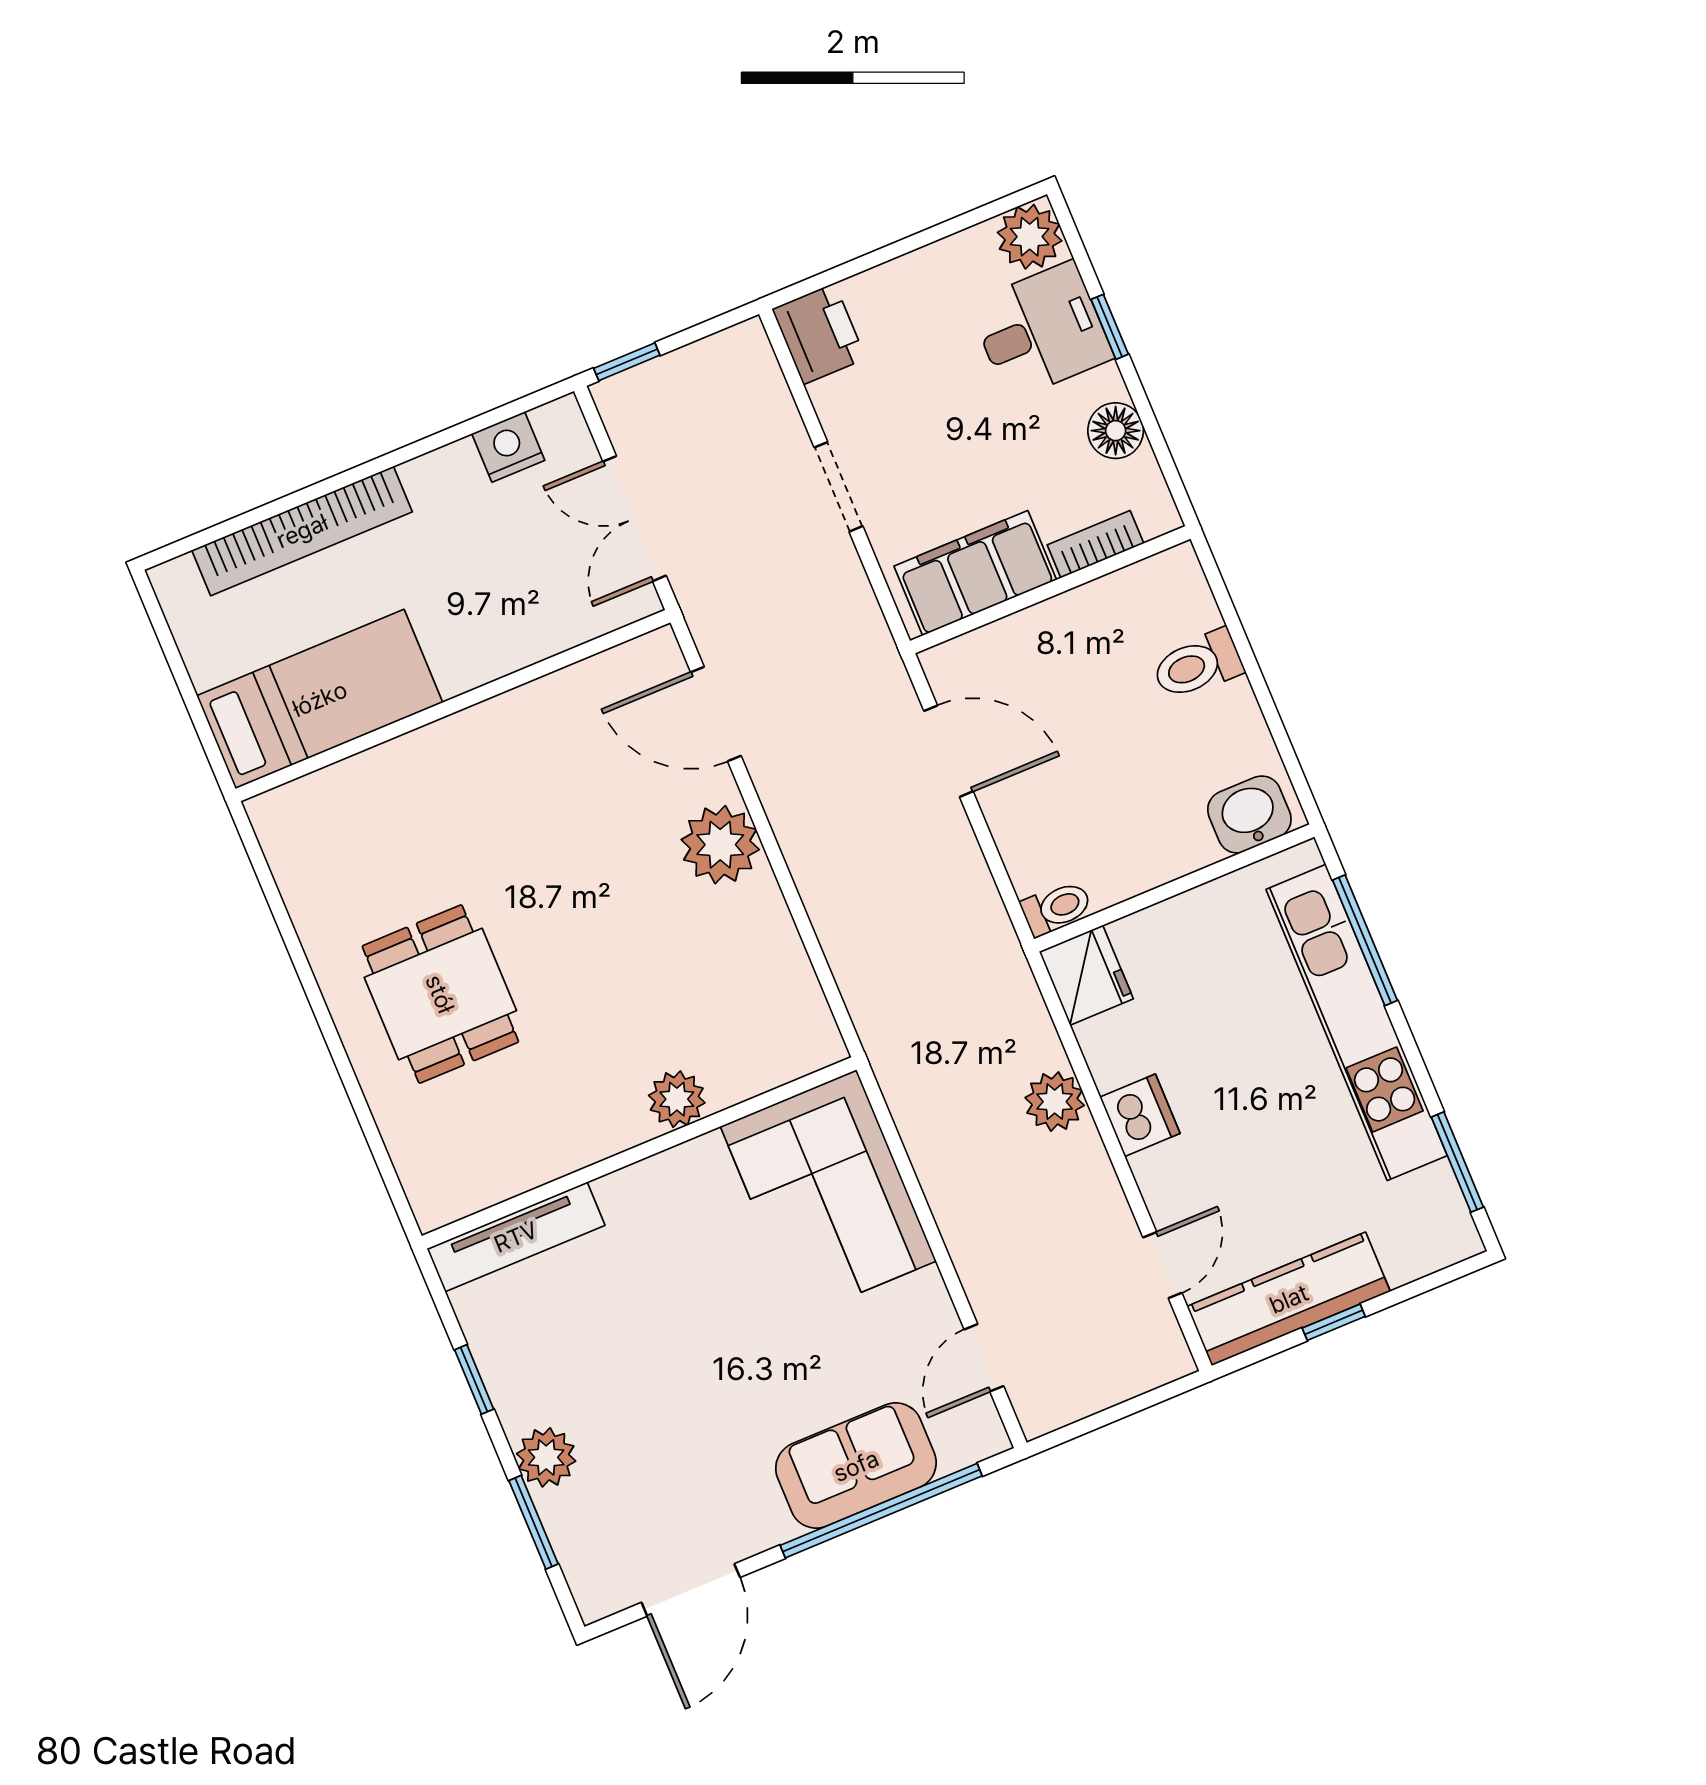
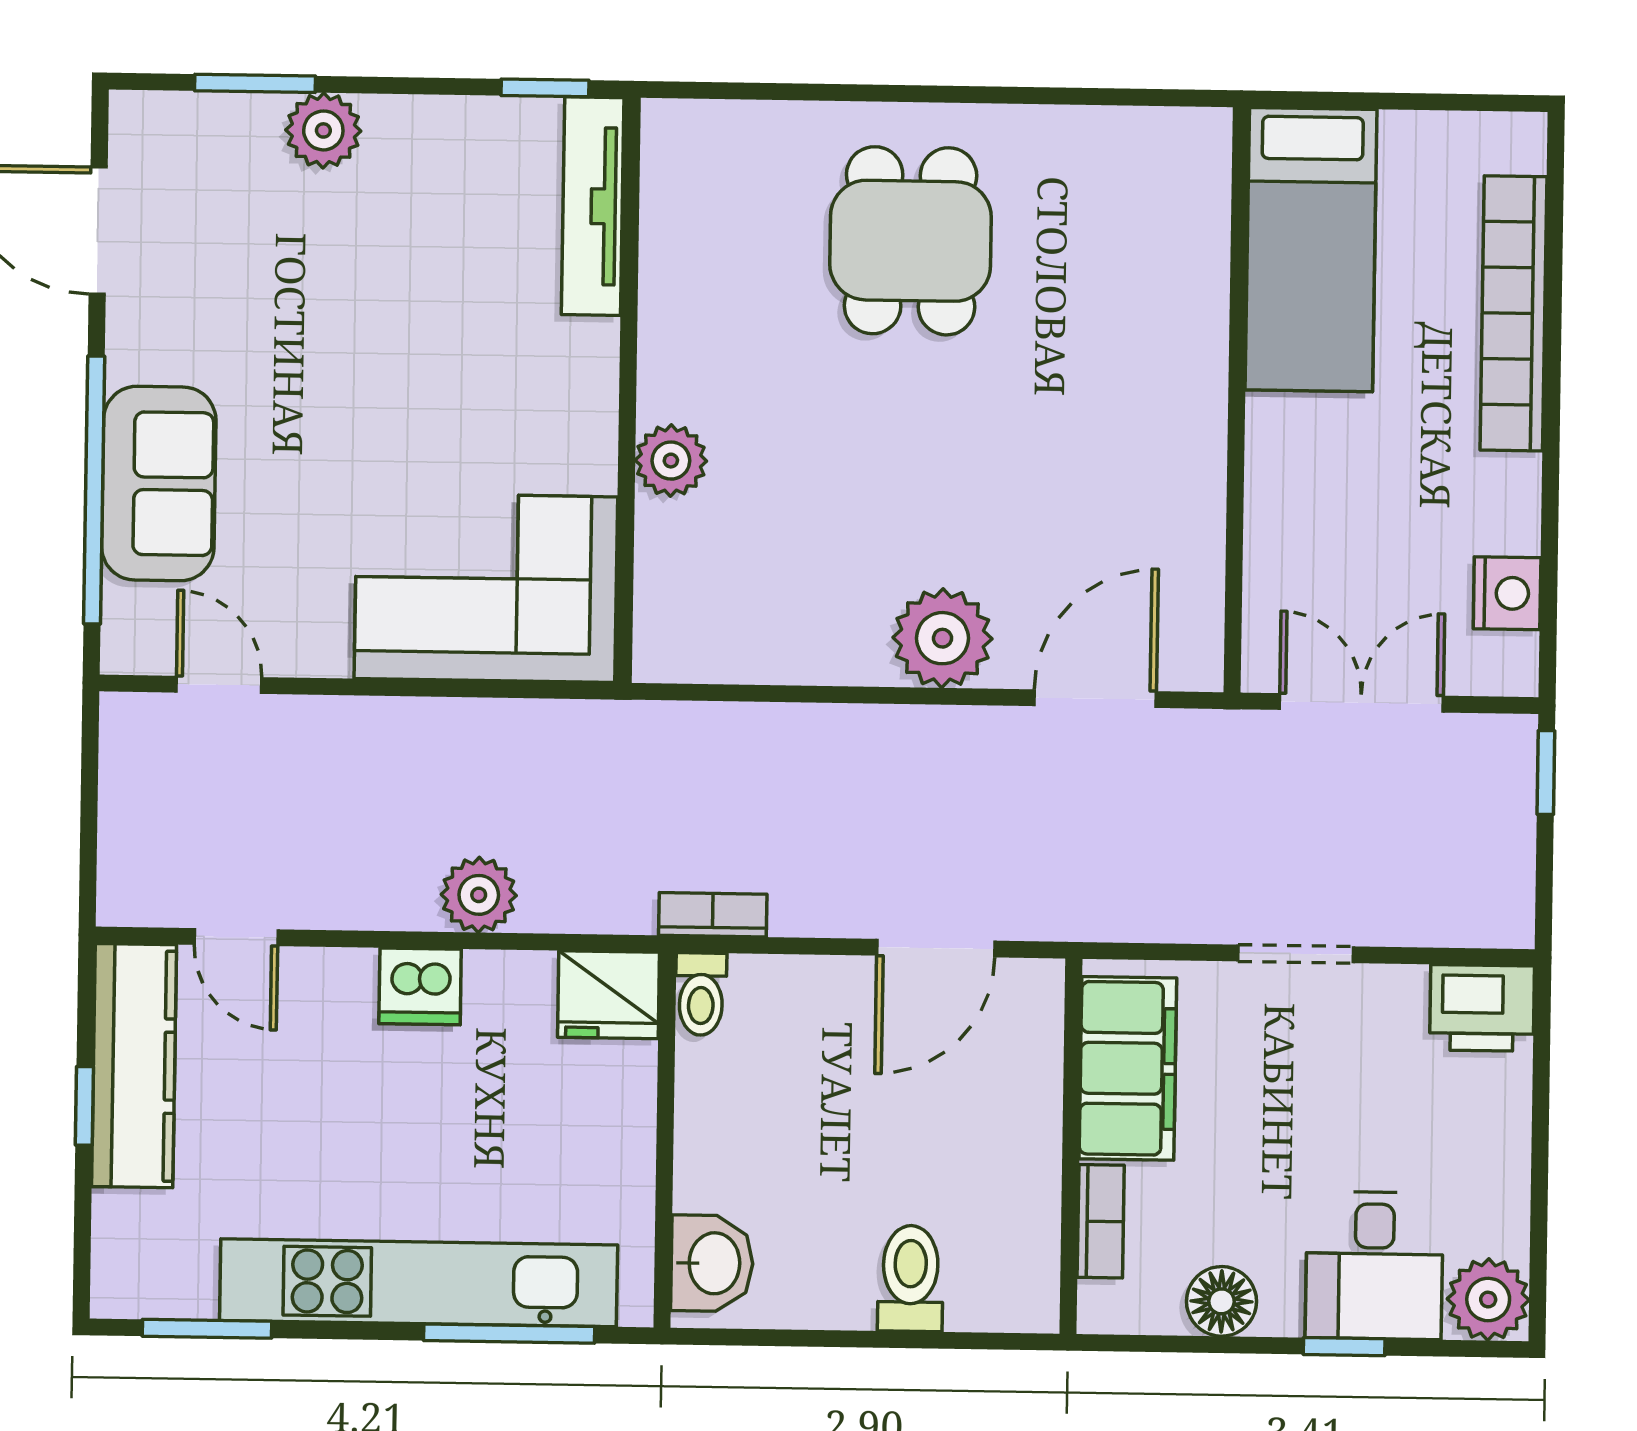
bookcase: (995, 925) -> (713, 915), added
dining table: (440, 994) -> (911, 241), turned 90
window: (474, 1379) -> (545, 88), moved

